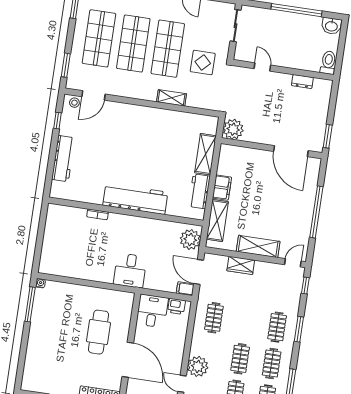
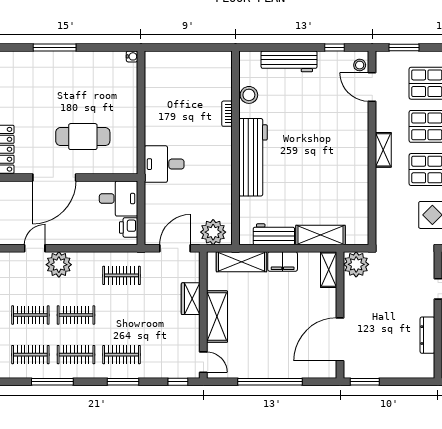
dresser: (302, 81) -> (427, 335), width x1.44
shelving: (171, 98) -> (383, 150), moved
shelving: (234, 152) -> (329, 270), added
stool: (85, 195) -> (249, 95), added
filing cabinet: (185, 289) -> (152, 235), removed
window: (30, 304) -> (55, 48), moved

